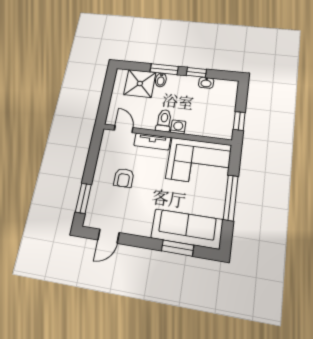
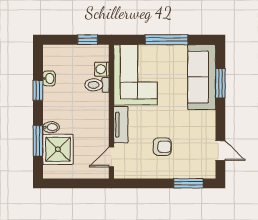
window: (164, 69) -> (38, 141), moved
toilet: (164, 121) -> (97, 85), moved
washing machine: (178, 127) -> (102, 69), moved

